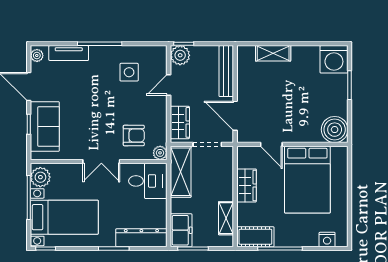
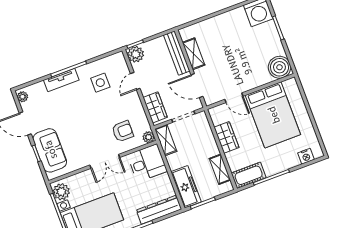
tv unit: (69, 53) -> (61, 80), moved
shelving: (273, 53) -> (194, 54), moved, turned 90
shelving: (181, 172) -> (166, 140), width x0.67, depth x0.75
freezer: (181, 230) -> (186, 187), width x1.40

